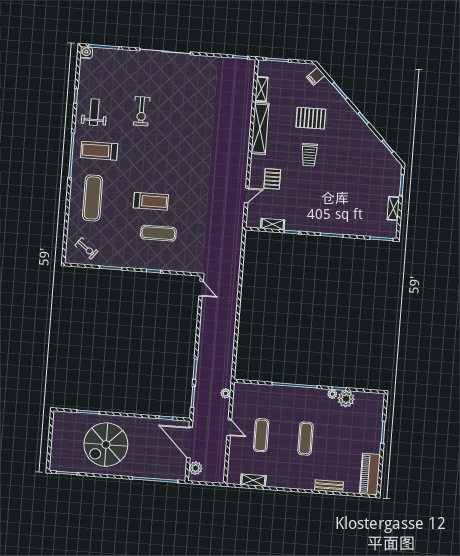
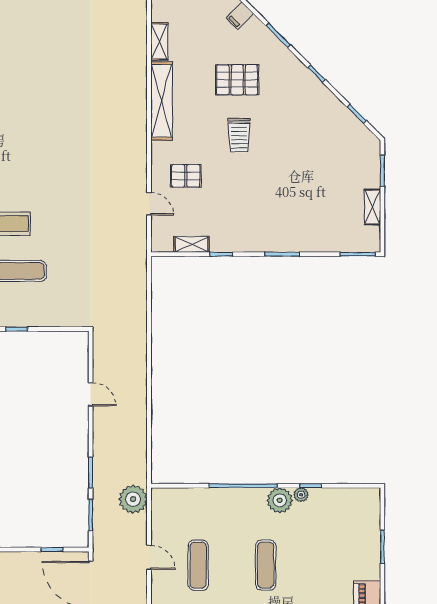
pallet: (272, 179) -> (186, 176), turned 90
door: (247, 195) -> (149, 204), hinge flipped
door: (201, 289) -> (91, 394), moved
plant: (226, 393) -> (133, 499), width x1.87, depth x1.87
plant: (346, 399) -> (280, 500), moved

